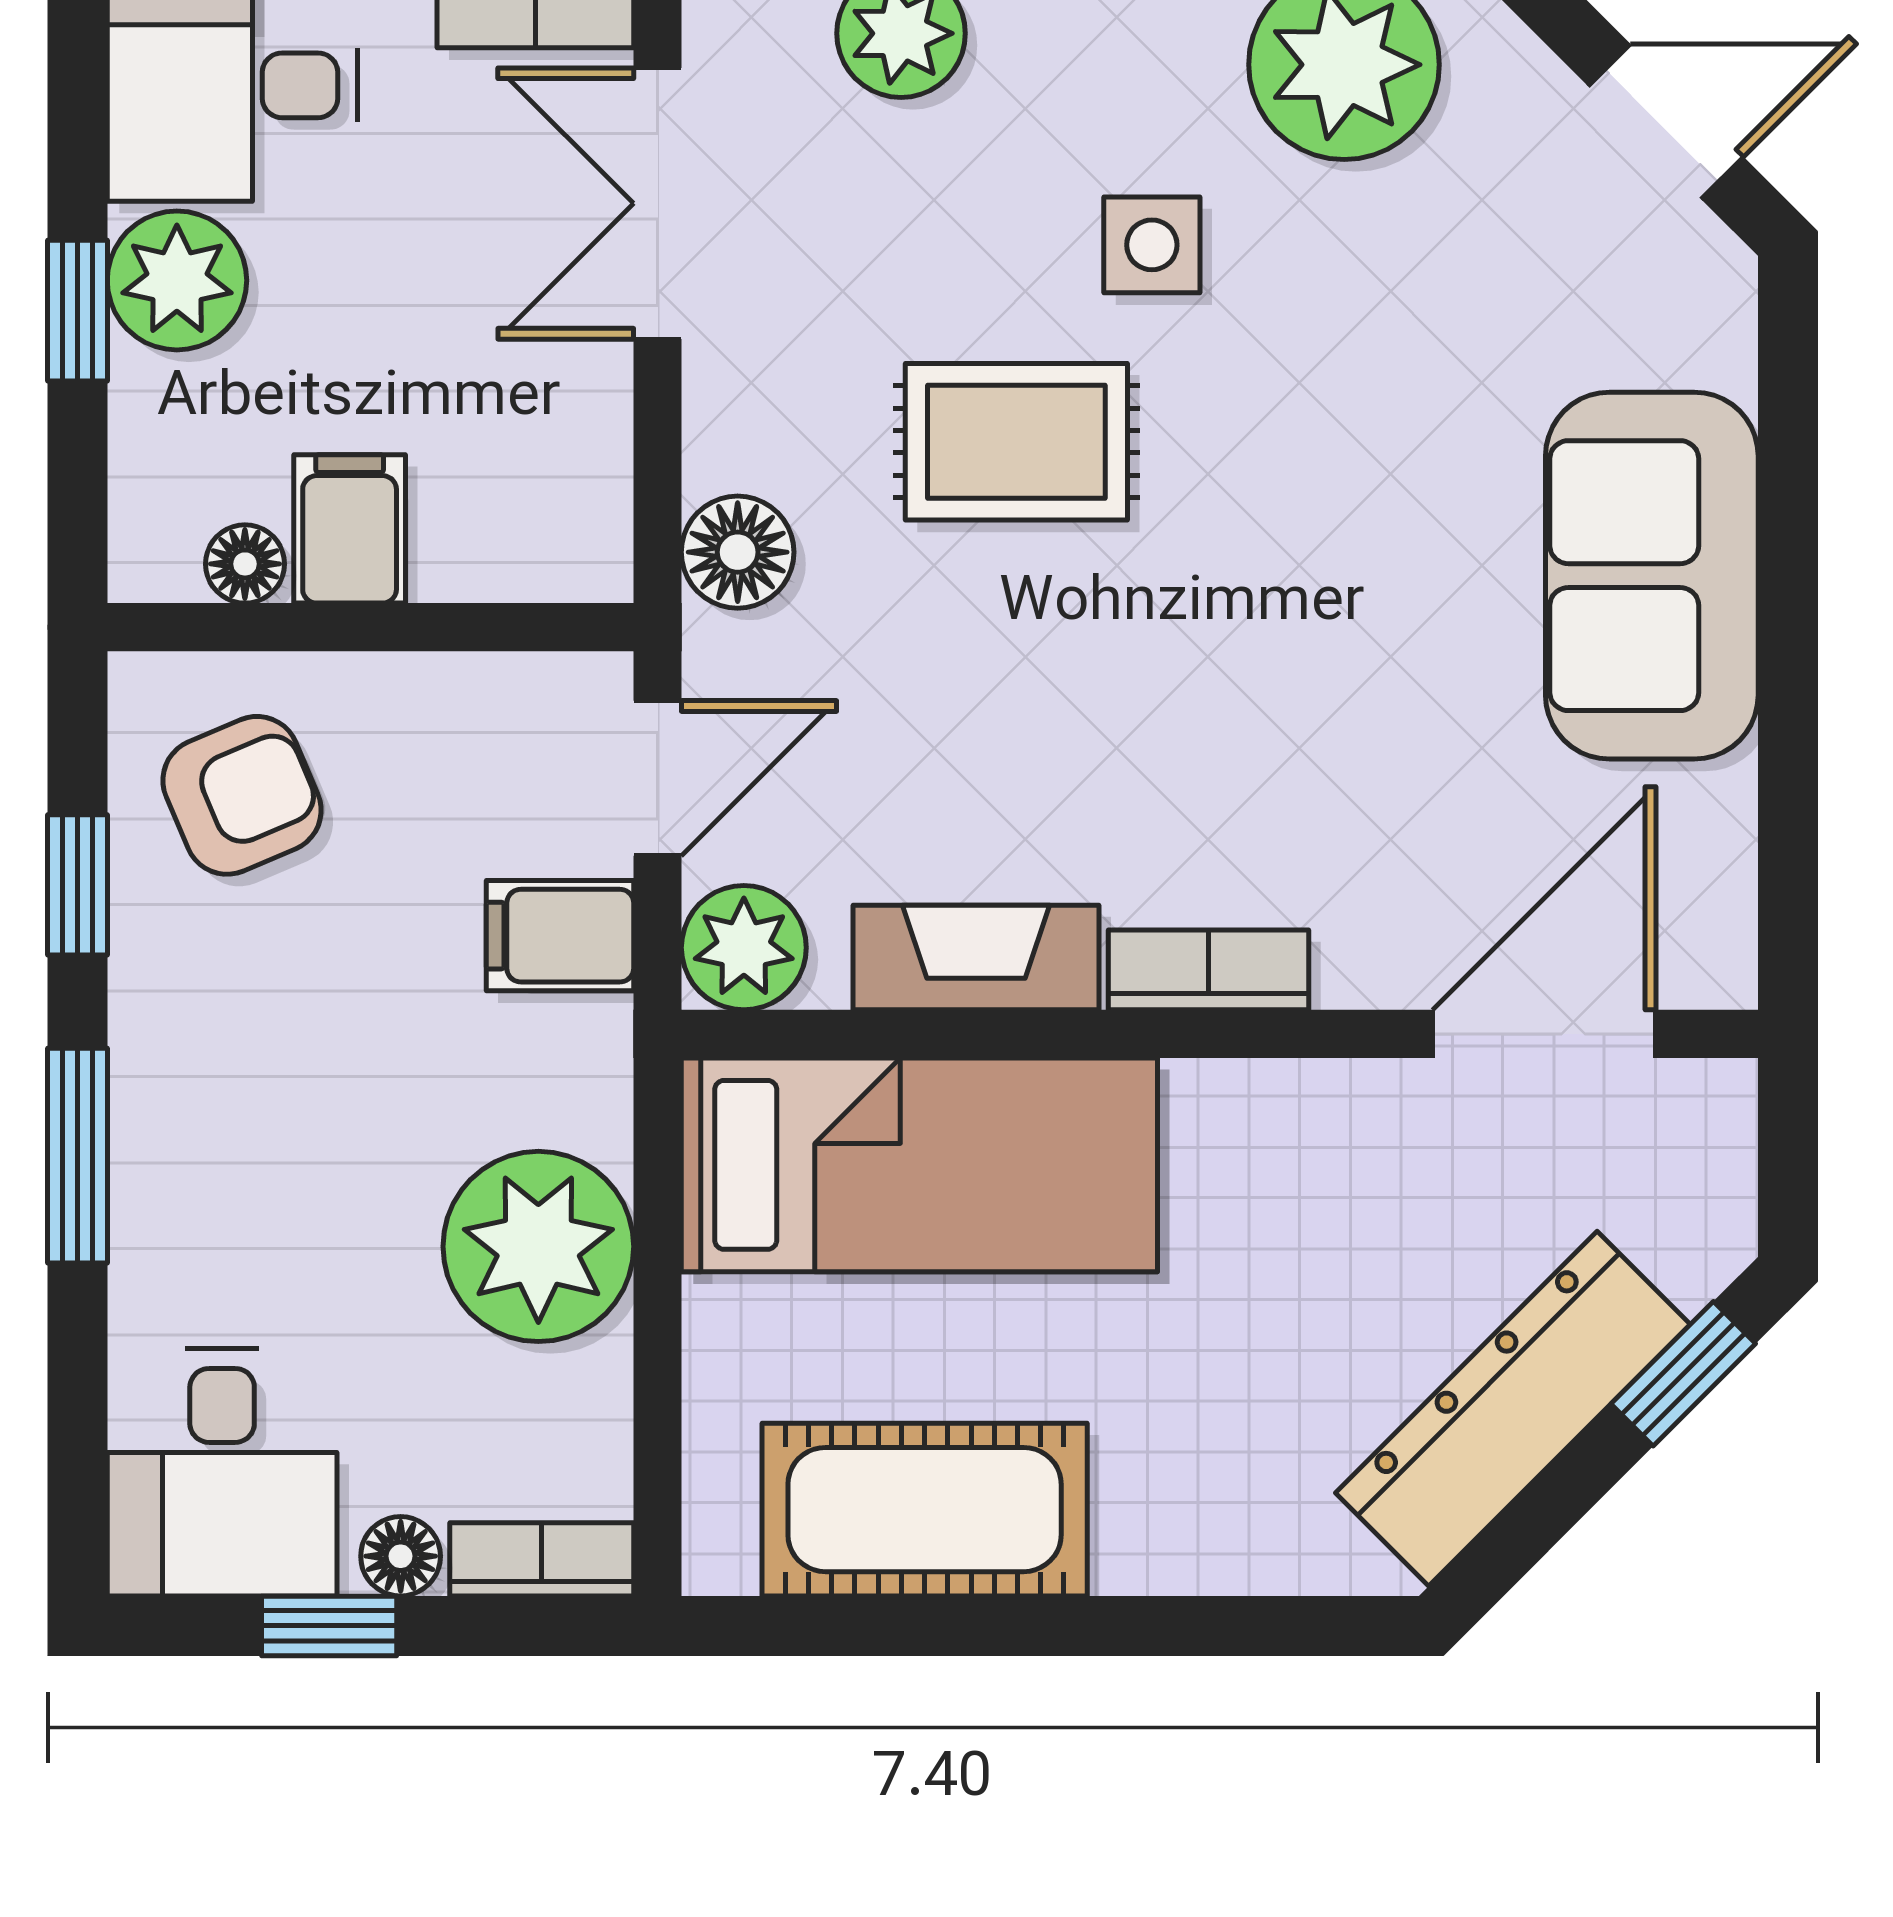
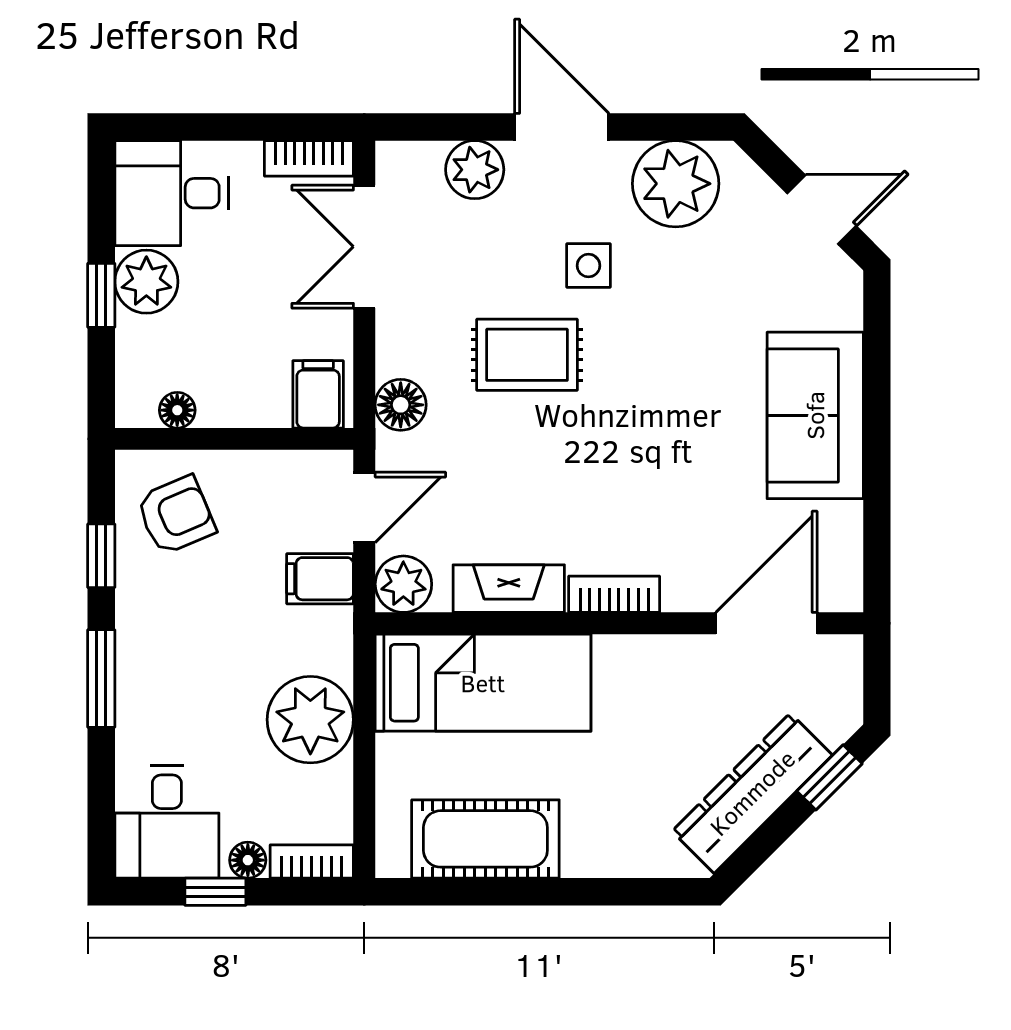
filing cabinet: (350, 529) -> (318, 394), moved

